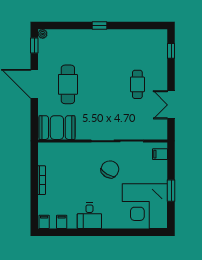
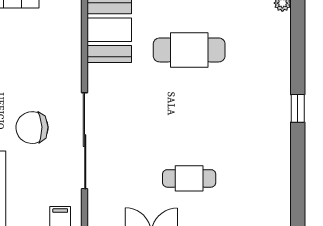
chair: (110, 169) -> (32, 128), turned 148

